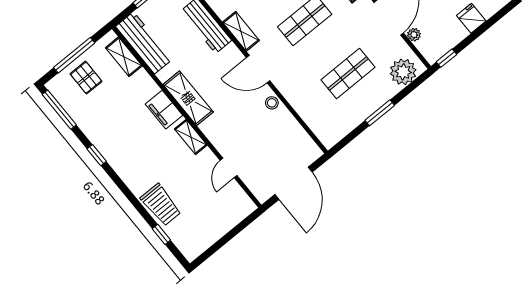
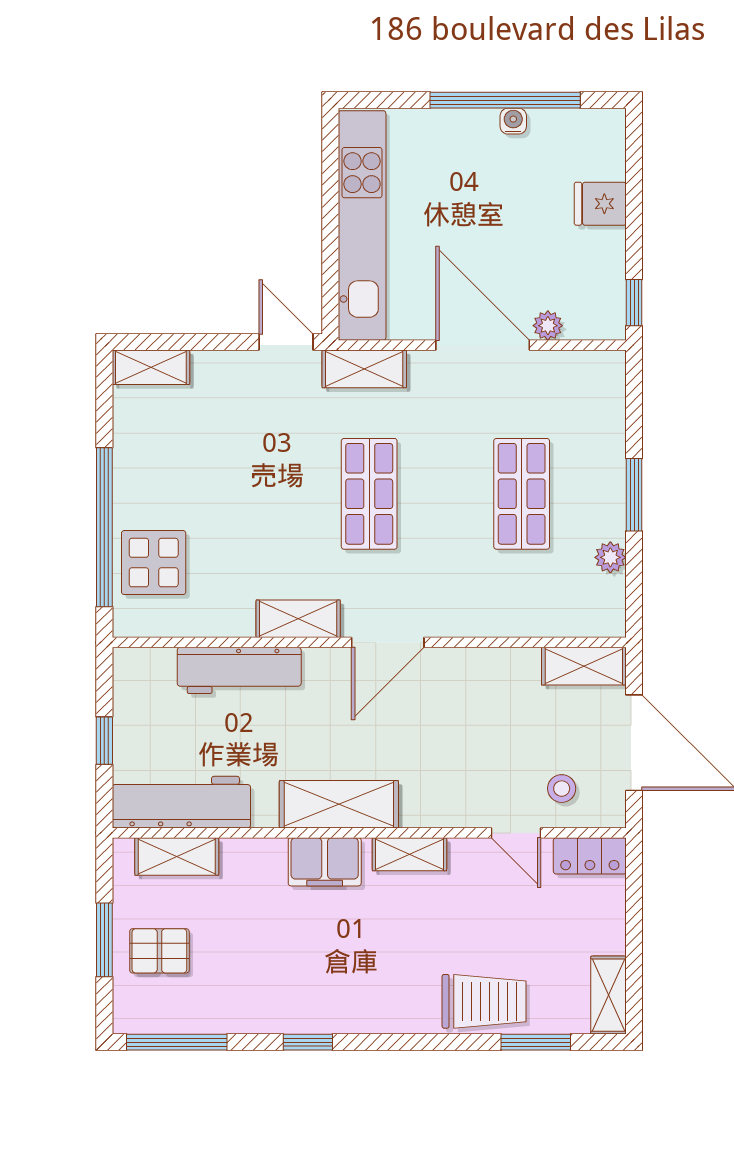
window: (74, 55) -> (104, 940), width x0.69
plant: (403, 72) -> (610, 557), moved, width x0.53, depth x0.53
stool: (272, 103) -> (562, 789), moved
shelving: (306, 144) -> (584, 666), added
locker: (242, 200) -> (590, 856), added
window: (161, 234) -> (536, 1042), width x1.50
shelving: (198, 246) -> (609, 995), added

